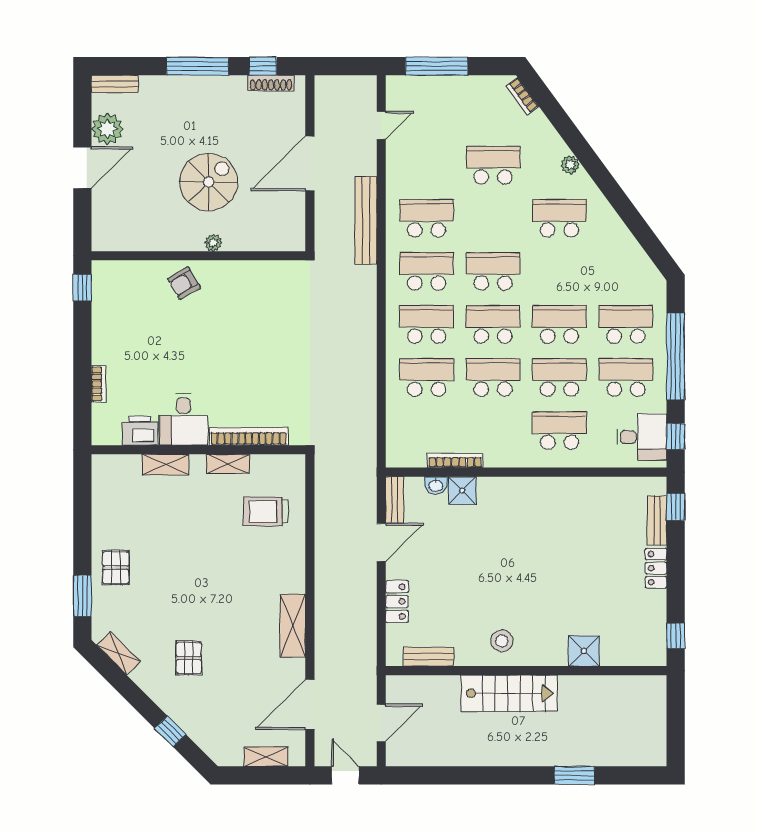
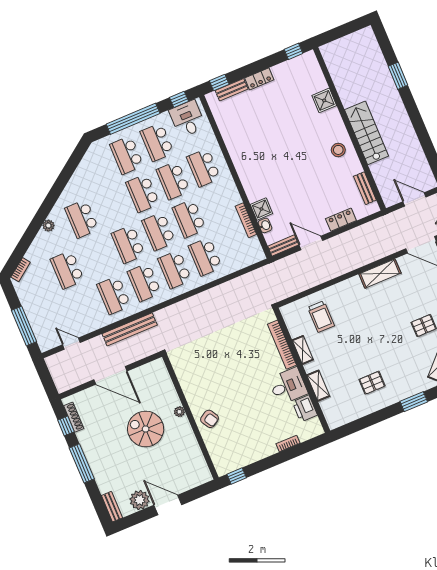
pallet: (116, 568) -> (372, 383), moved

